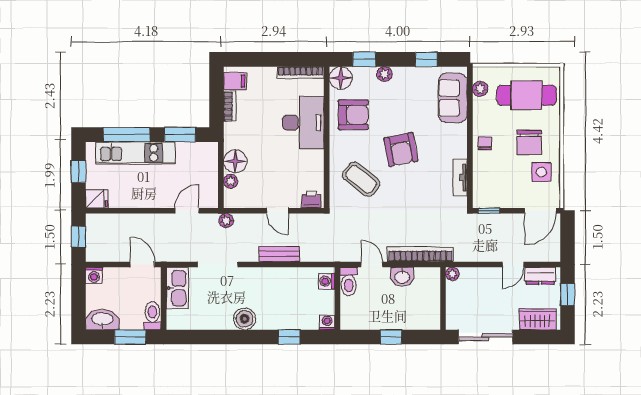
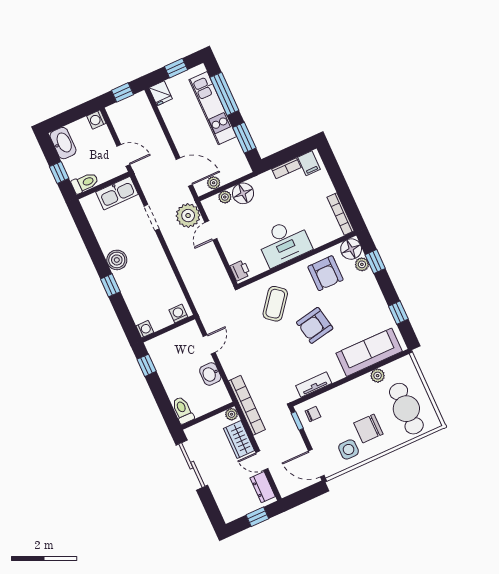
plant: (384, 74) -> (362, 264), moved
plant: (480, 89) -> (378, 376), moved
sofa: (453, 98) -> (369, 352), width x1.36
desk: (303, 123) -> (284, 242), moved
chair: (485, 143) -> (313, 414), moved
plant: (211, 186) -> (214, 183), added
door: (187, 211) -> (184, 172), width x1.38
door: (277, 211) -> (211, 230), moved
plant: (226, 221) -> (188, 216), width x1.88, depth x1.88
bench: (279, 254) -> (183, 264), removed
bookcase: (420, 254) -> (247, 405), moved
door: (142, 264) -> (123, 155), hinge flipped
doorway: (218, 264) -> (152, 217), width x0.73
toilet: (349, 281) -> (183, 410), moved, turned 90
wardrobe: (537, 319) -> (239, 440), moved, turned 180
window: (130, 337) -> (59, 173), width x0.67
window: (289, 337) -> (110, 285), moved
window: (391, 337) -> (147, 365), moved

